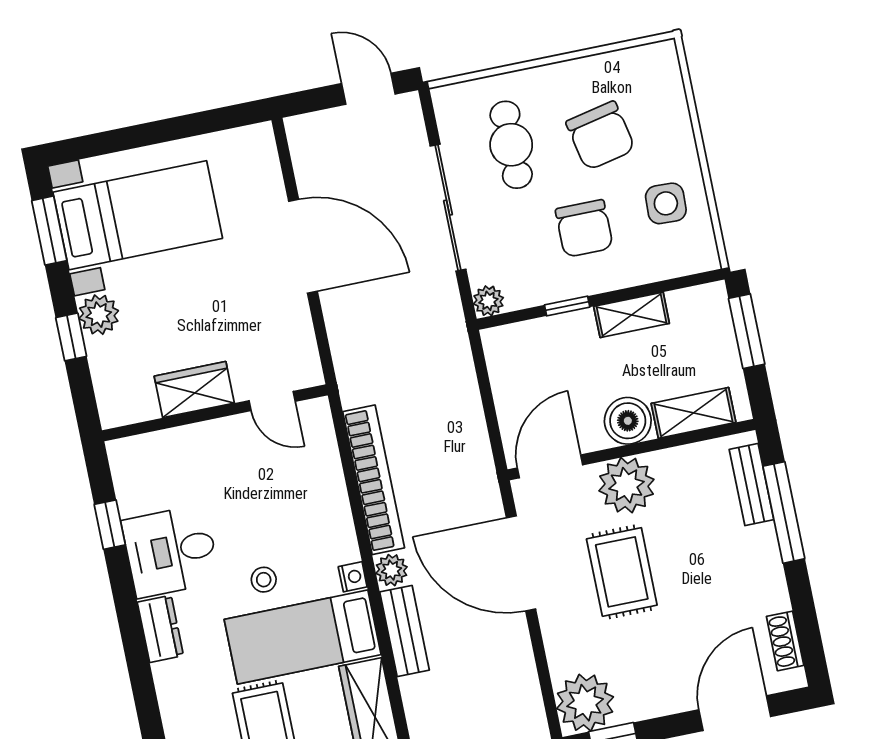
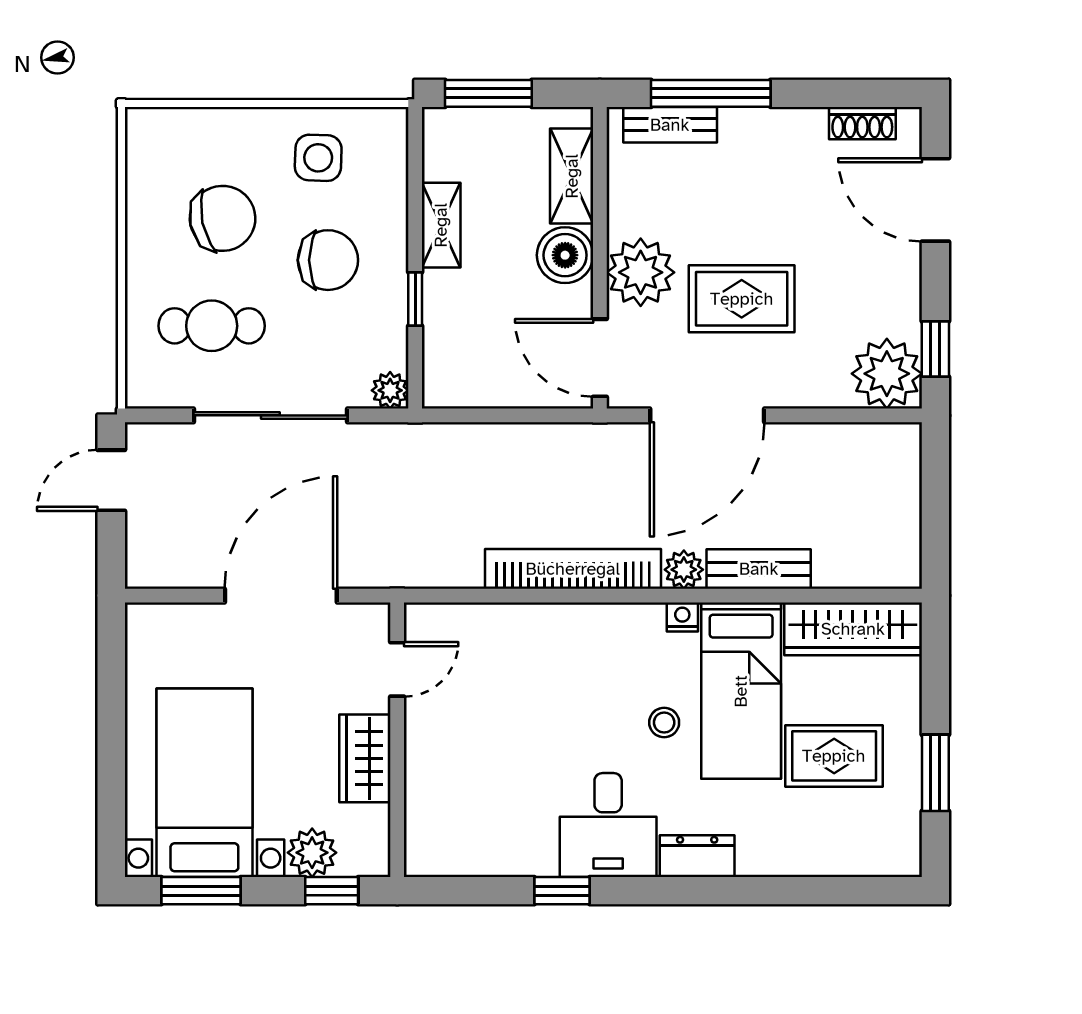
wardrobe: (194, 390) -> (365, 758), moved
door: (272, 401) -> (397, 669), moved
wall: (215, 413) -> (397, 740), moved

